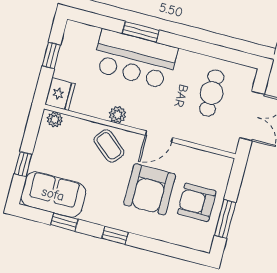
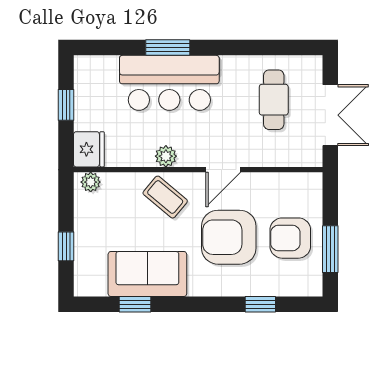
armchair: (150, 189) -> (229, 237), turned 90
sofa: (53, 194) -> (147, 274), moved
window: (115, 235) -> (260, 304), moved

